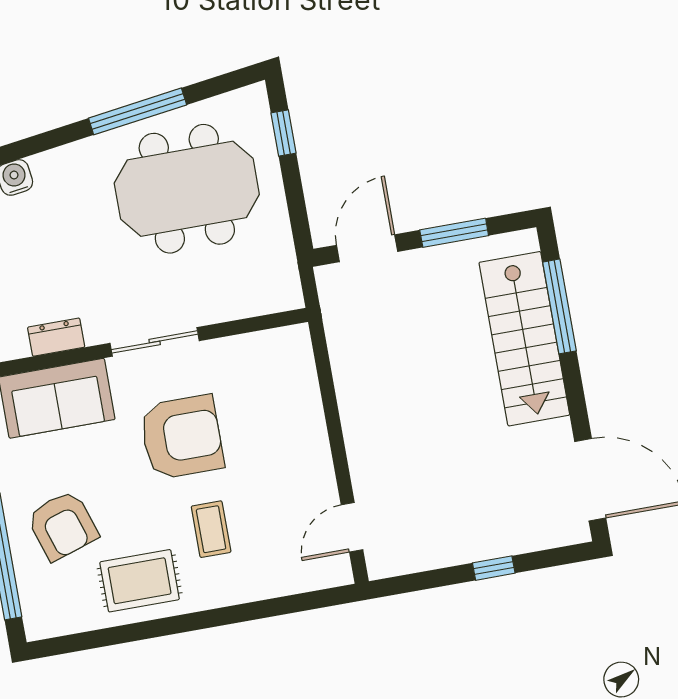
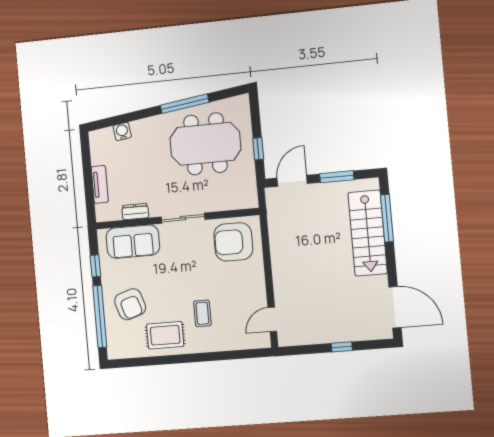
window: (284, 133) -> (258, 149), moved
armchair: (182, 437) -> (233, 242), moved, turned 180

